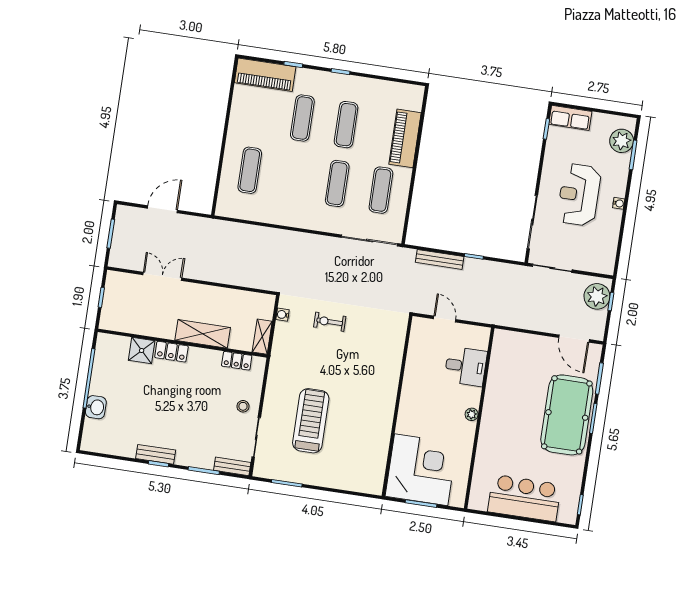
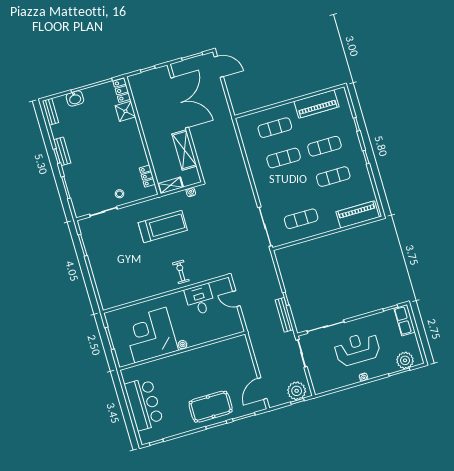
piano: (265, 75) -> (316, 104), moved, turned -90
piano: (405, 138) -> (358, 214), moved
exercise mat: (337, 183) -> (284, 158), moved
door: (162, 209) -> (219, 67), moved
bench: (440, 259) -> (284, 315), moved
double door: (162, 276) -> (180, 103), width x1.87
door: (445, 319) -> (236, 299), swing flipped
exercise bike: (330, 322) -> (181, 272), moved
shelving: (203, 334) -> (184, 150), moved
locker: (171, 352) -> (122, 90), moved
desk: (466, 366) -> (200, 300), moved, turned 180
pool table: (567, 415) -> (211, 407), width x0.73, depth x0.76
treadmill: (311, 421) -> (163, 227), moved
bench: (232, 466) -> (50, 112), moved
corner desk: (421, 470) -> (150, 335), moved, turned 180

